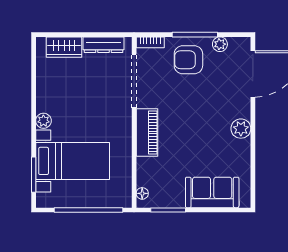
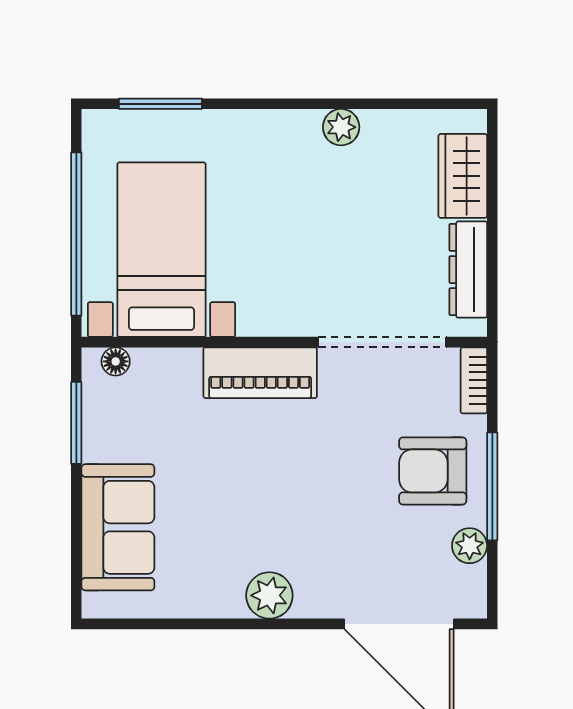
armchair: (188, 60) -> (433, 471), turned -90
plant: (43, 121) -> (341, 127), moved
bed with nightstands: (73, 161) -> (162, 250), moved, turned 180

